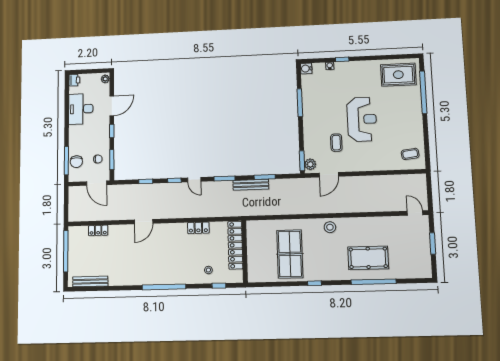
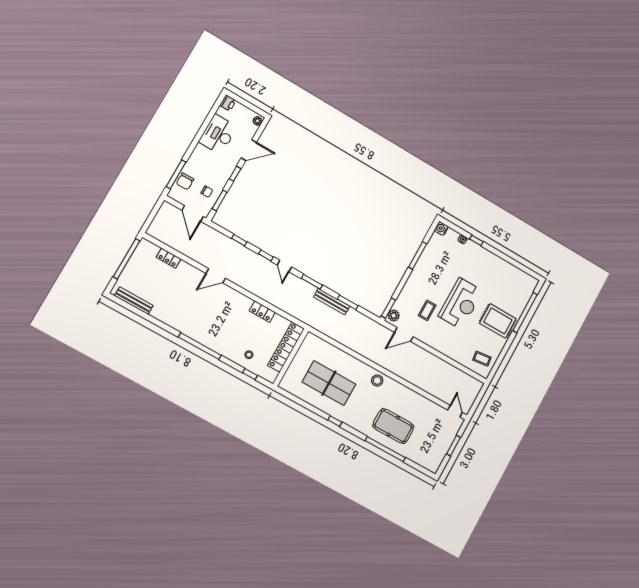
rug: (398, 75) -> (498, 321), moved
table tennis table: (290, 254) -> (329, 383), turned 90

